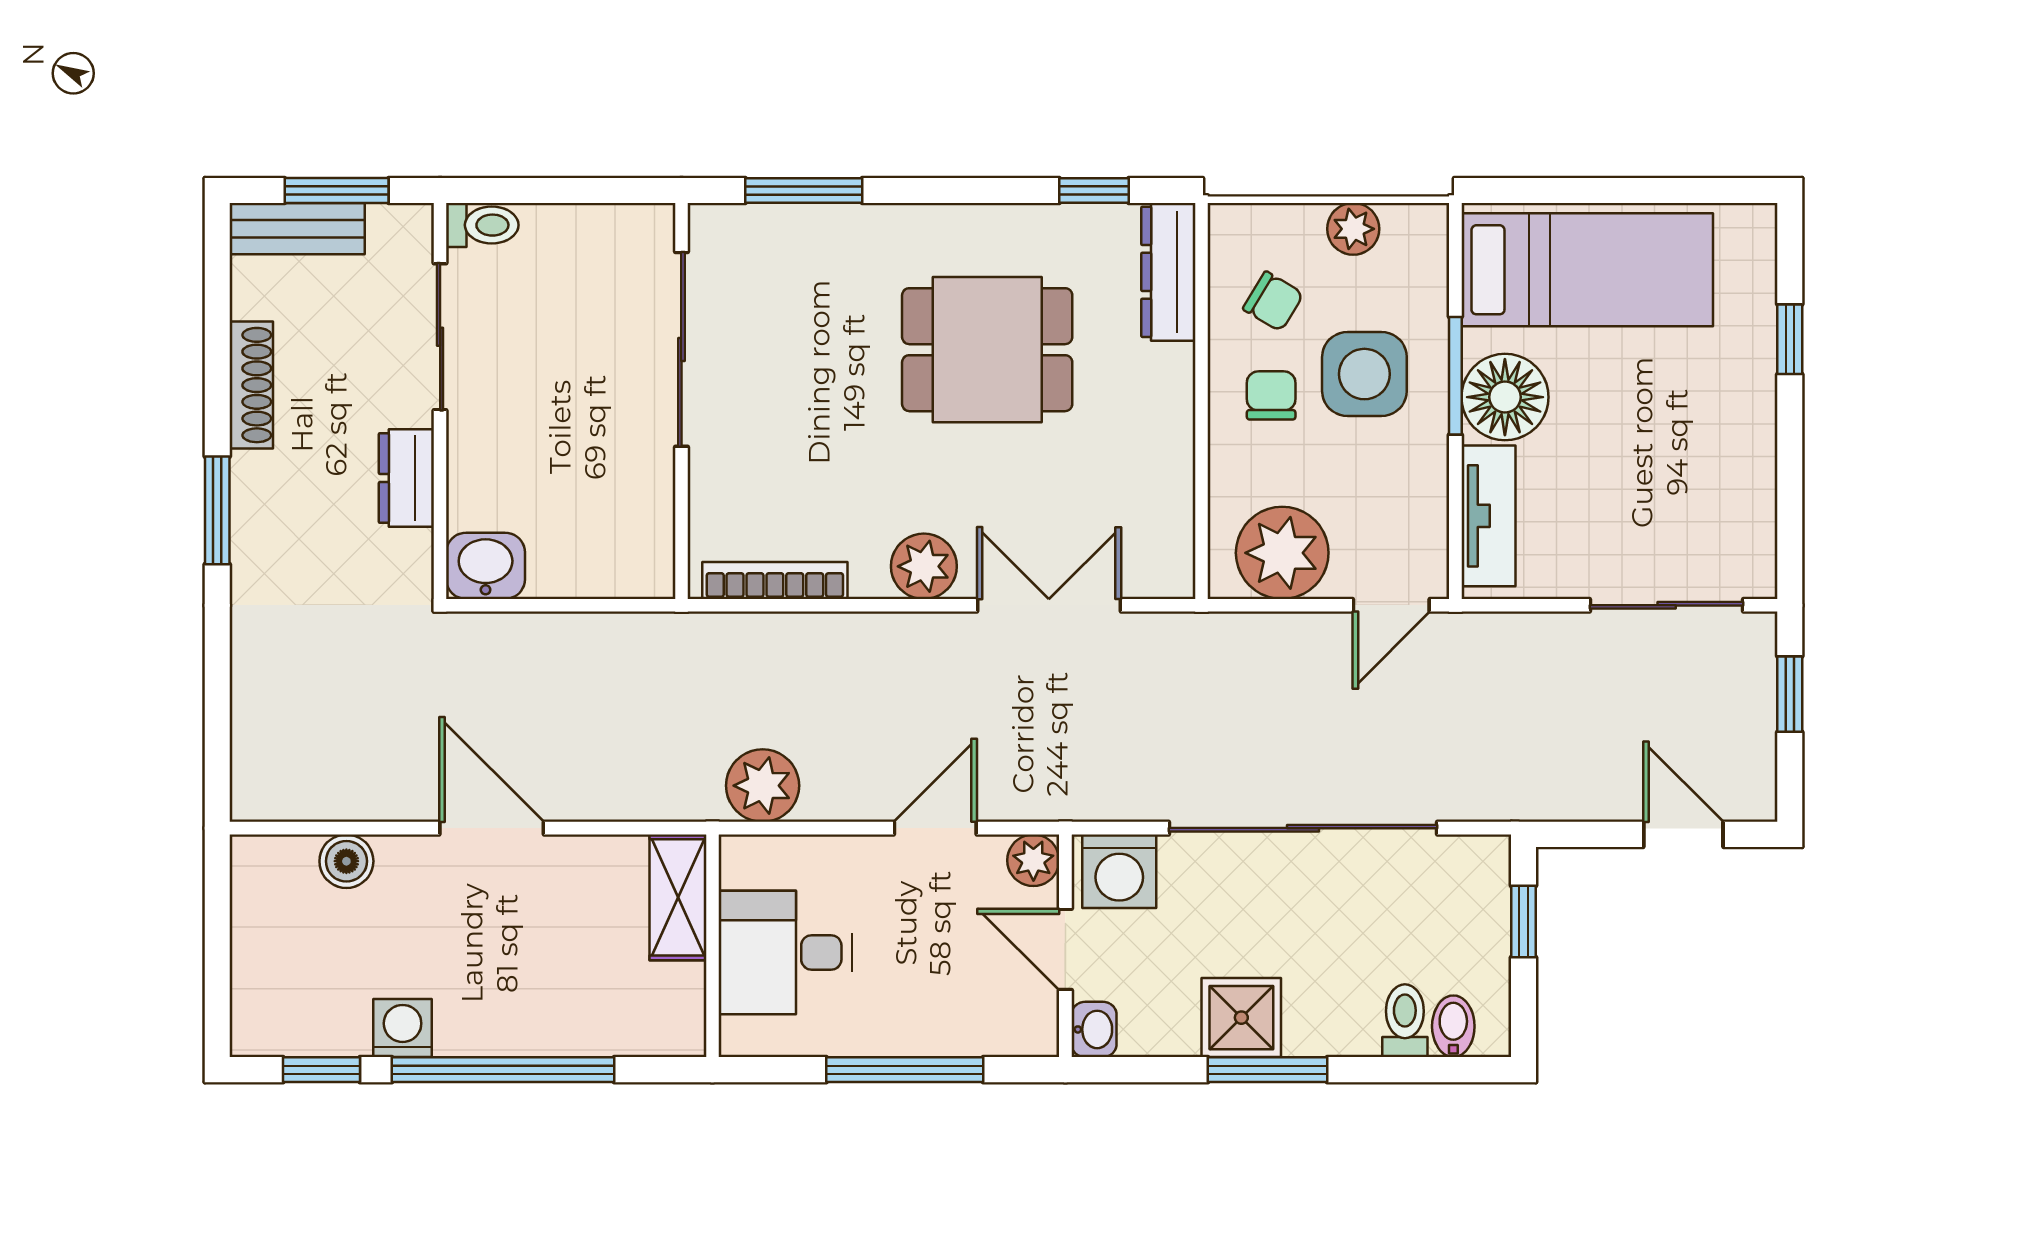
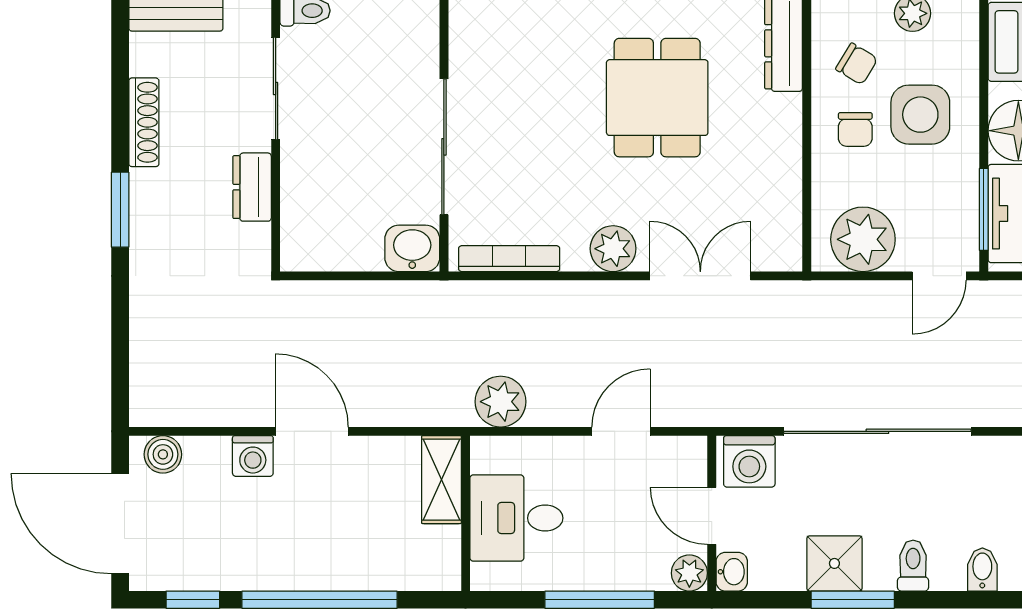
sliding door: (681, 349) -> (444, 147), moved
dining table: (987, 350) -> (657, 98), turned 90
window: (1455, 376) -> (984, 209), moved
chair: (1271, 395) -> (855, 129), turned 180
washbasin: (486, 566) -> (412, 248), moved
plant: (1033, 860) -> (689, 573), moved
boiler: (346, 861) -> (163, 454), moved
door: (217, 960) -> (120, 524), added
toilet: (1405, 1021) -> (913, 566), moved
washing machine: (403, 1028) -> (253, 456), moved, turned 180

